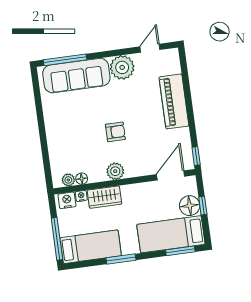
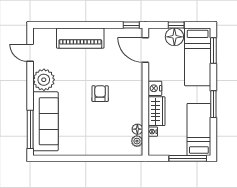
plant: (115, 171) -> (135, 98), removed
nightstand: (67, 200) -> (155, 88), moved

